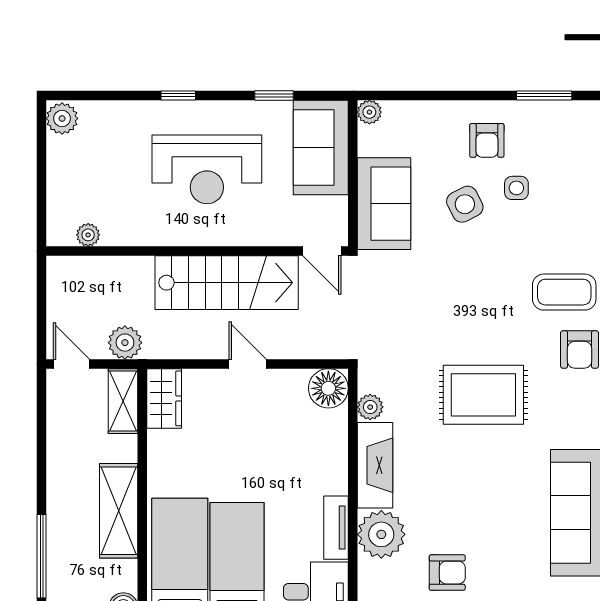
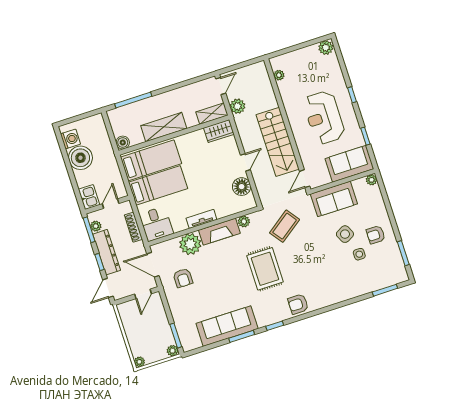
coffee table: (564, 292) -> (285, 226), moved, turned 54
floor lamp: (328, 388) -> (242, 187), moved
tv unit: (336, 528) -> (201, 219), moved

